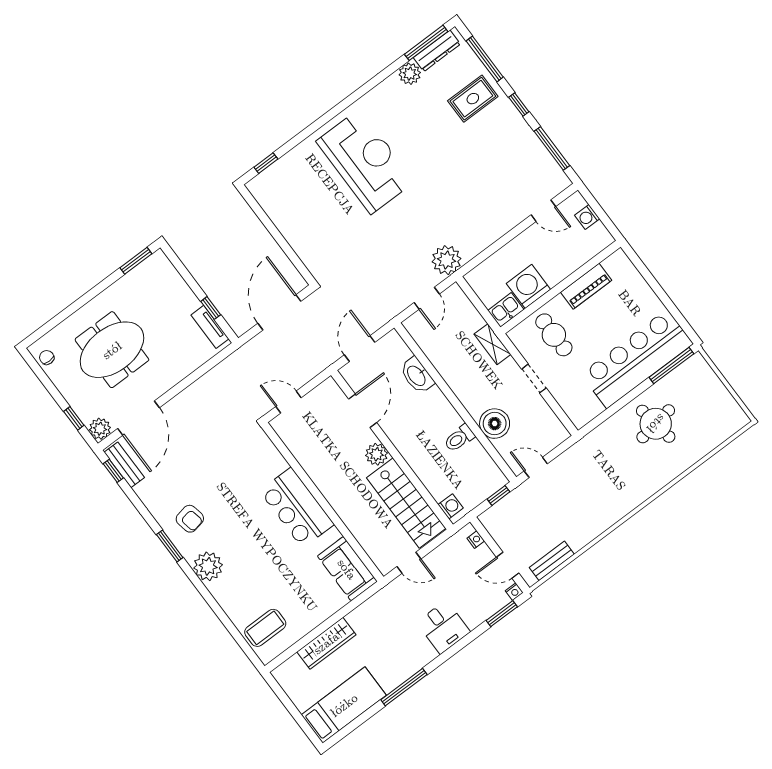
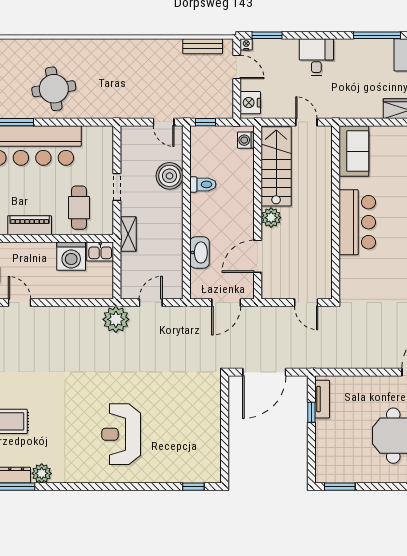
reception desk: (365, 162) -> (121, 434), width x0.74, depth x0.77
nightstand: (476, 540) -> (250, 103), width x1.89, depth x1.79

